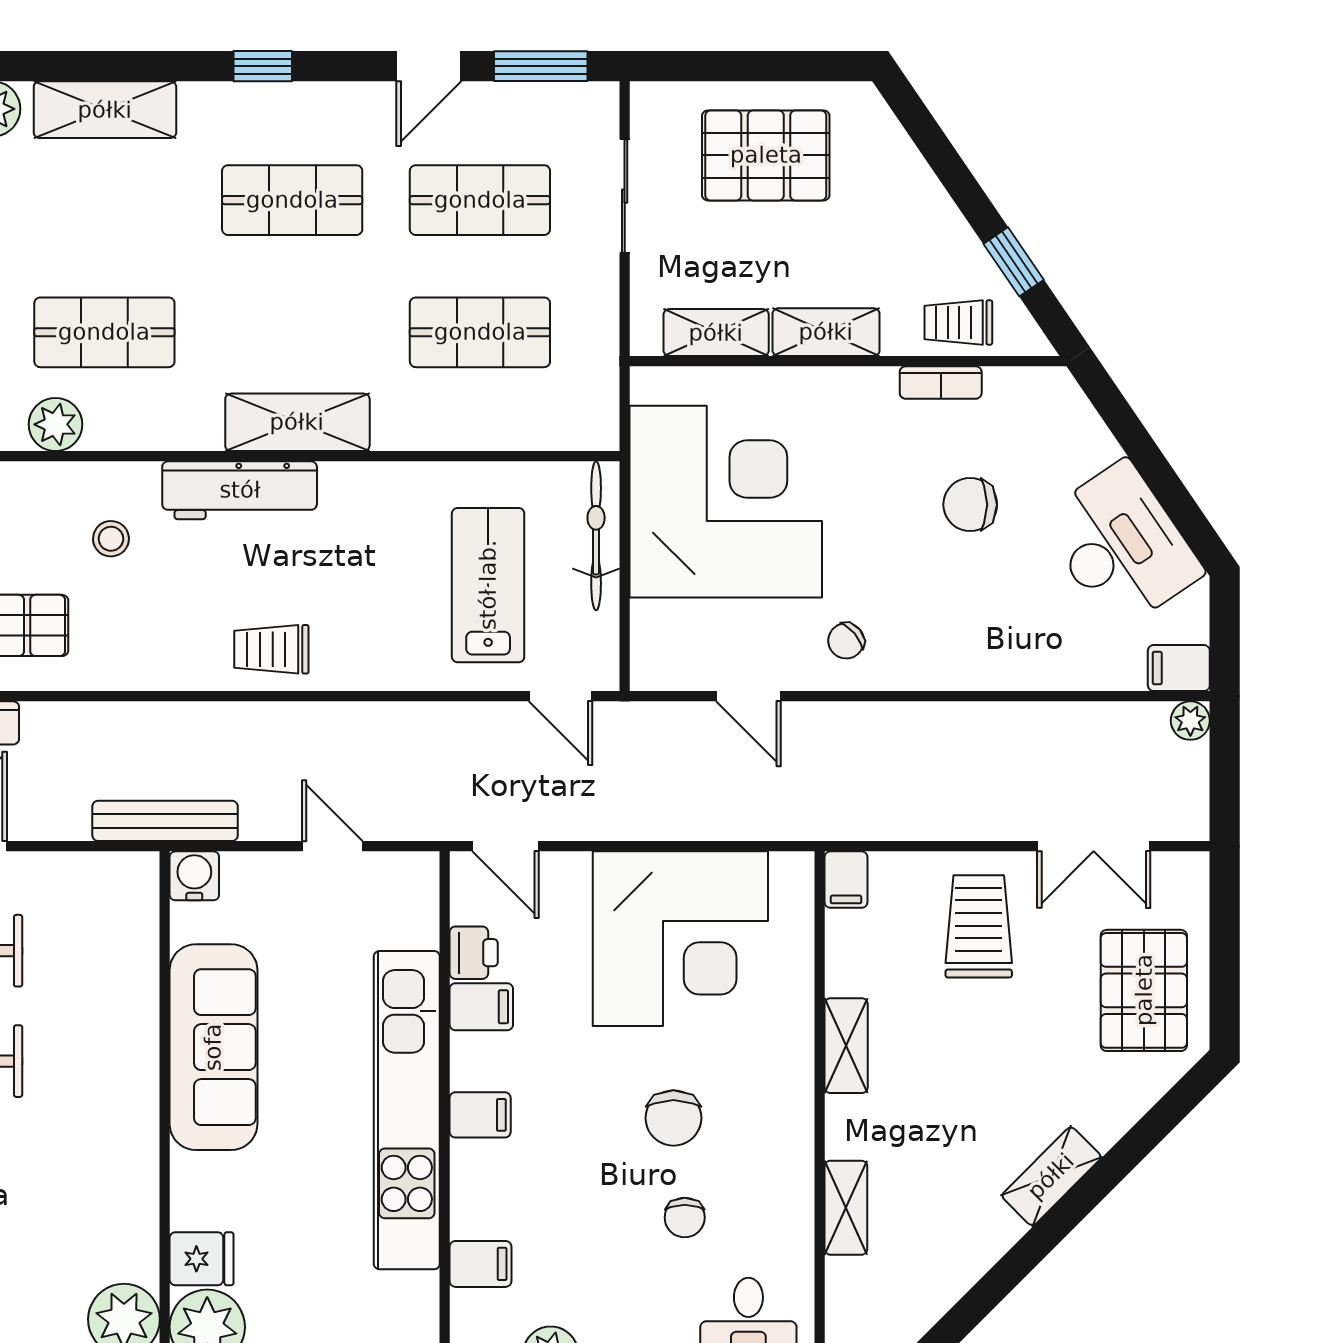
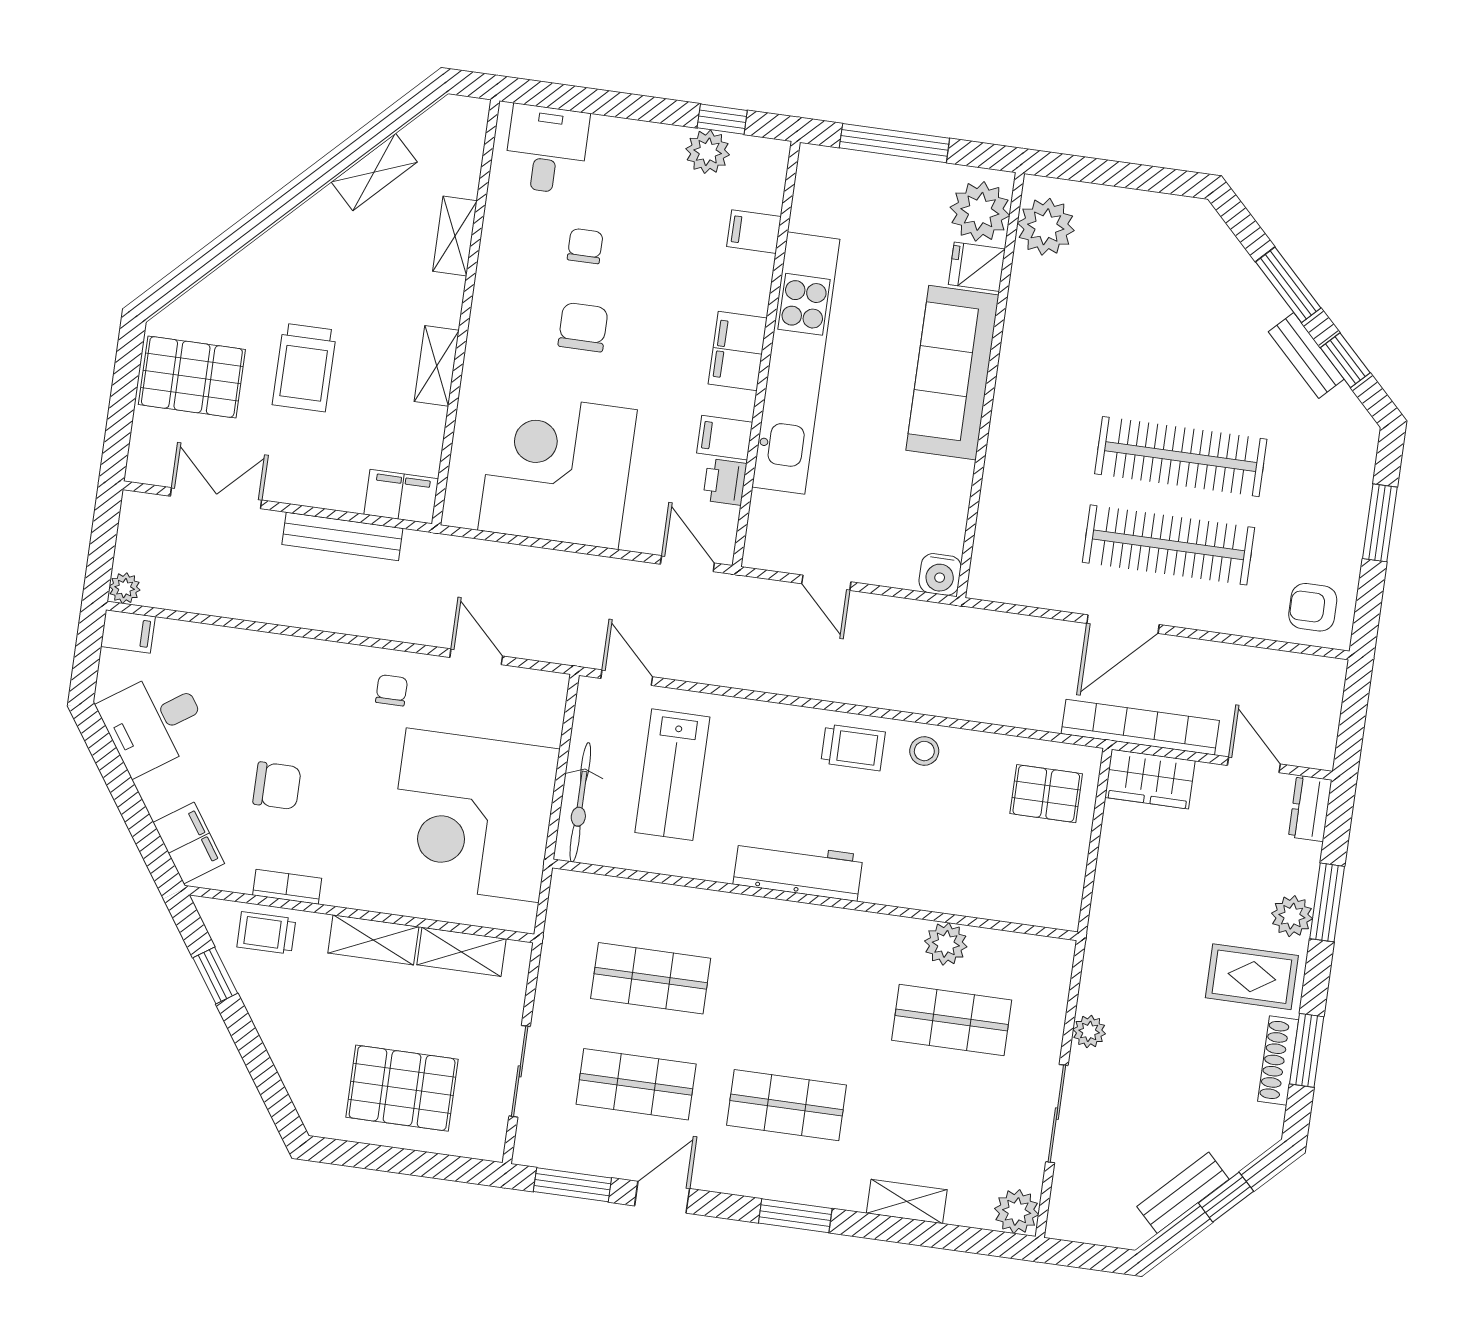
window: (263, 66) -> (795, 1216), width x1.50
shelving: (105, 110) -> (907, 1201), width x0.67, depth x0.75
trolley: (958, 322) -> (266, 933), turned 180
filing cabinet: (1068, 419) -> (189, 843), added
shelving: (297, 422) -> (807, 926), removed
plant: (55, 424) -> (946, 944), moved
workbench: (240, 490) -> (798, 870), moved
stool: (111, 539) -> (924, 751), moved
desk: (1121, 546) -> (154, 722), width x0.73
chair: (846, 641) -> (392, 690), turned -50
bench: (165, 821) -> (342, 536), moved
filing cabinet: (846, 880) -> (401, 497), width x2.00
trolley: (979, 926) -> (304, 368), moved
pallet: (1144, 990) -> (192, 377), turned 90
sofa: (213, 1047) -> (952, 373), moved
filing cabinet: (480, 1115) -> (738, 351), width x2.00
shelving: (1051, 1176) -> (374, 172), moved

